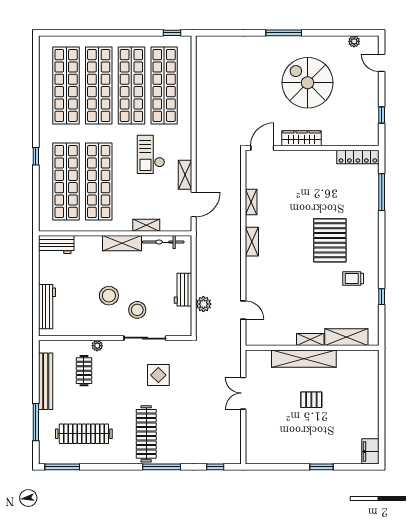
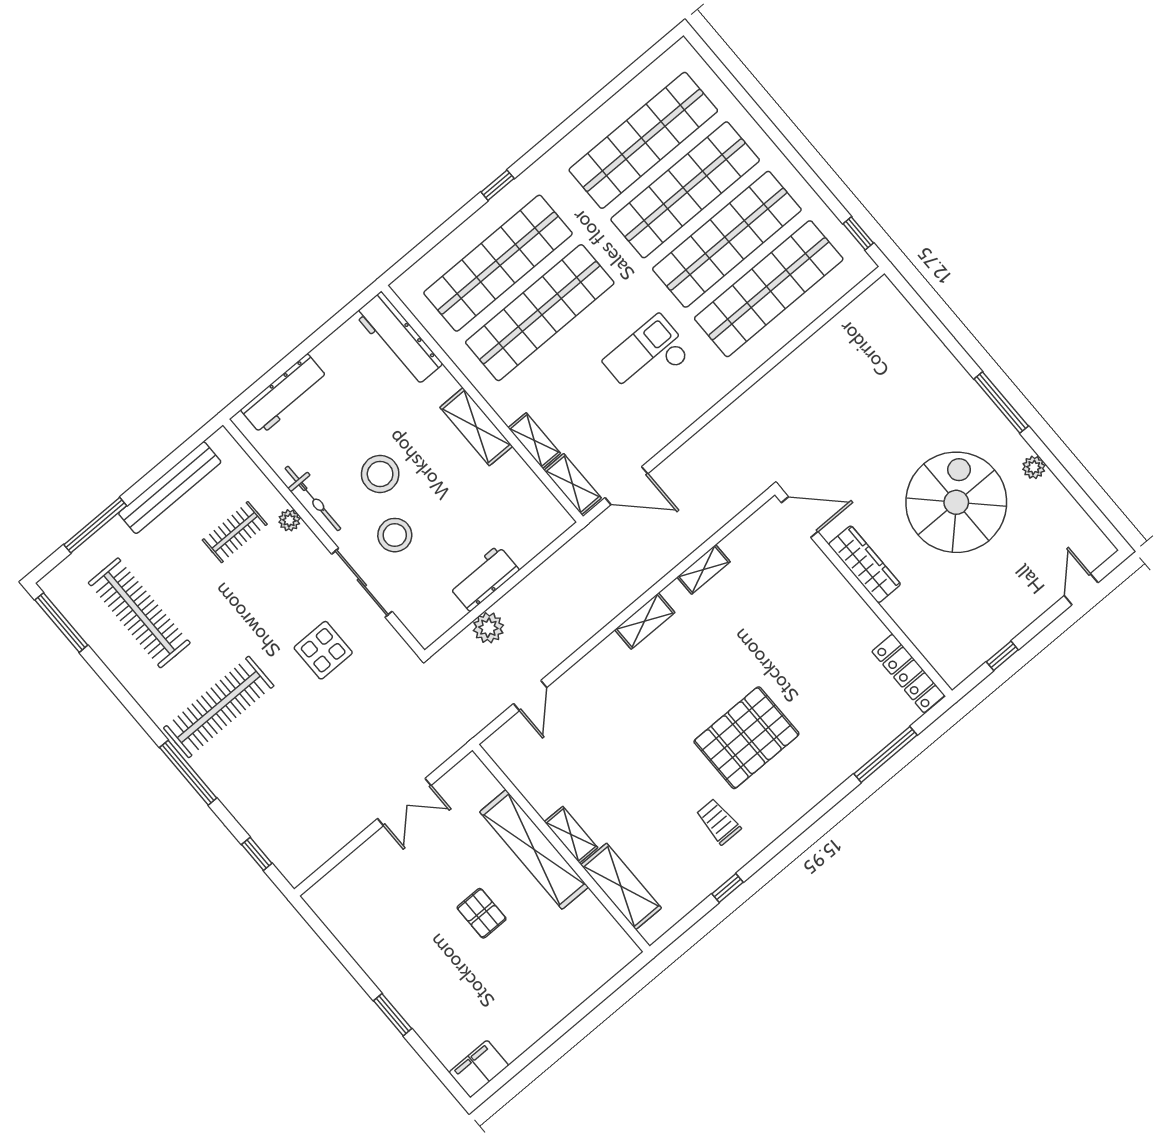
plant: (354, 41) -> (1034, 467), moved
shelving: (185, 175) -> (573, 484), moved, turned 90
bicycle: (163, 242) -> (313, 498), moved, turned 180
workbench: (56, 245) -> (398, 339), width x1.38
double door: (243, 393) -> (404, 802), swing flipped

